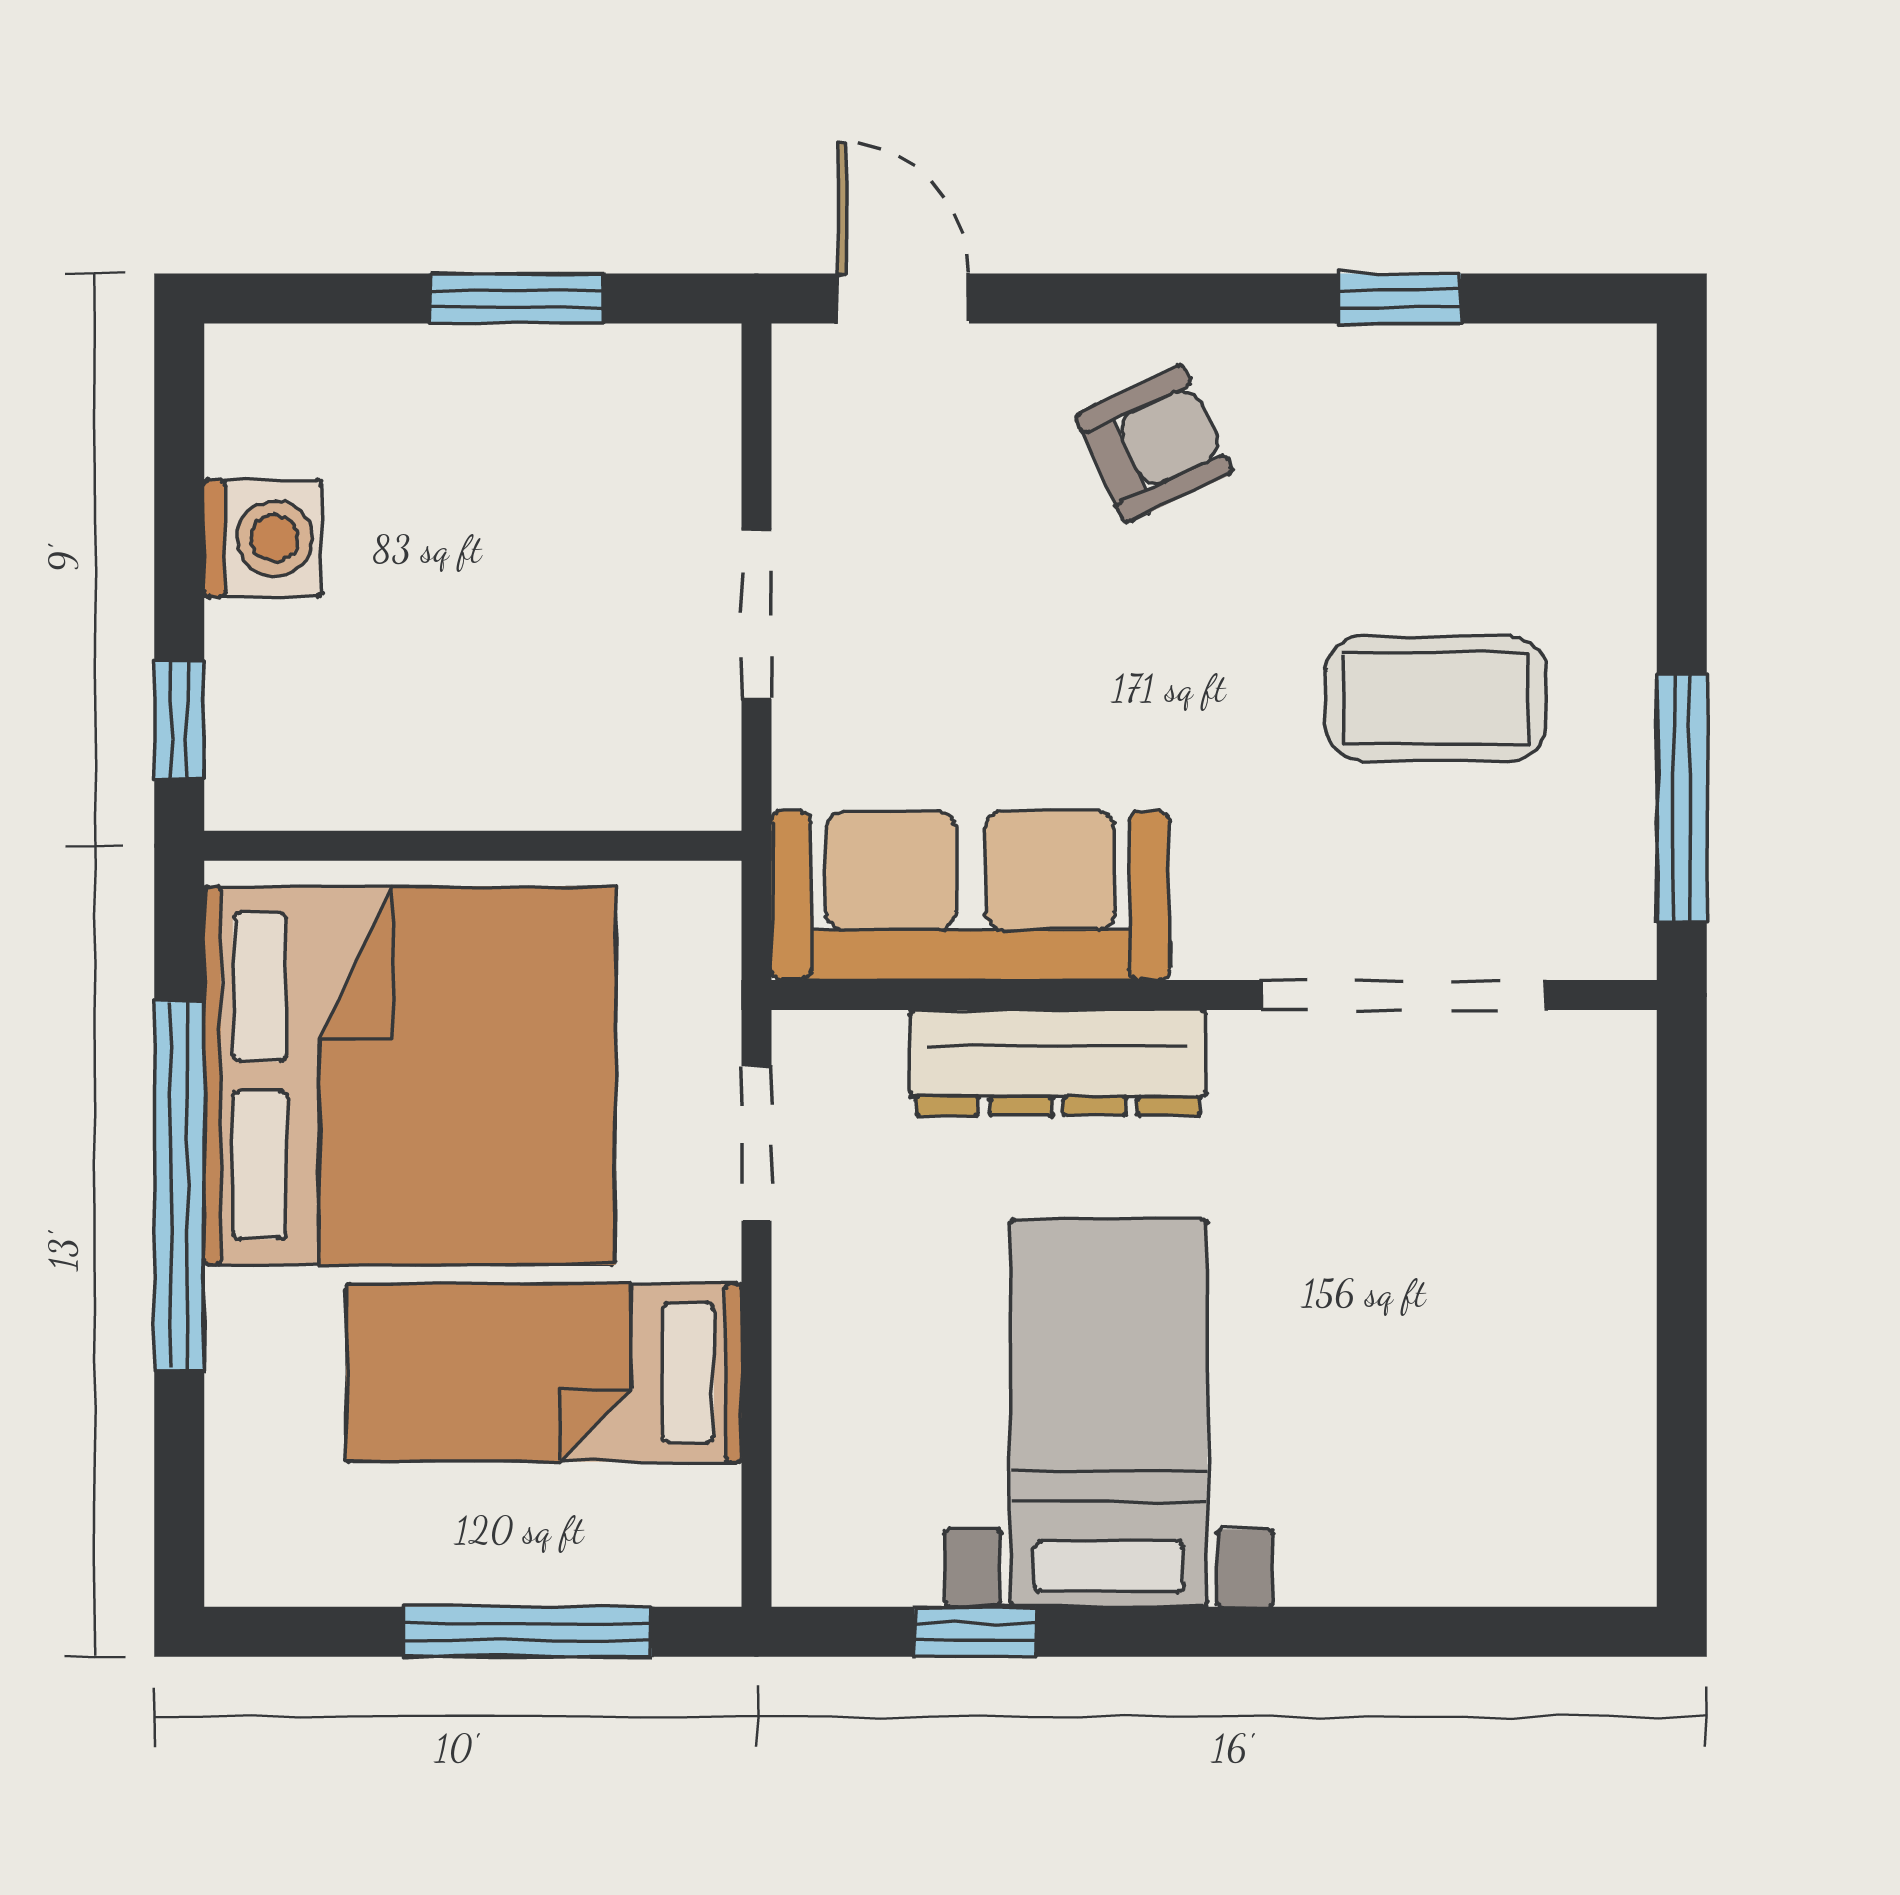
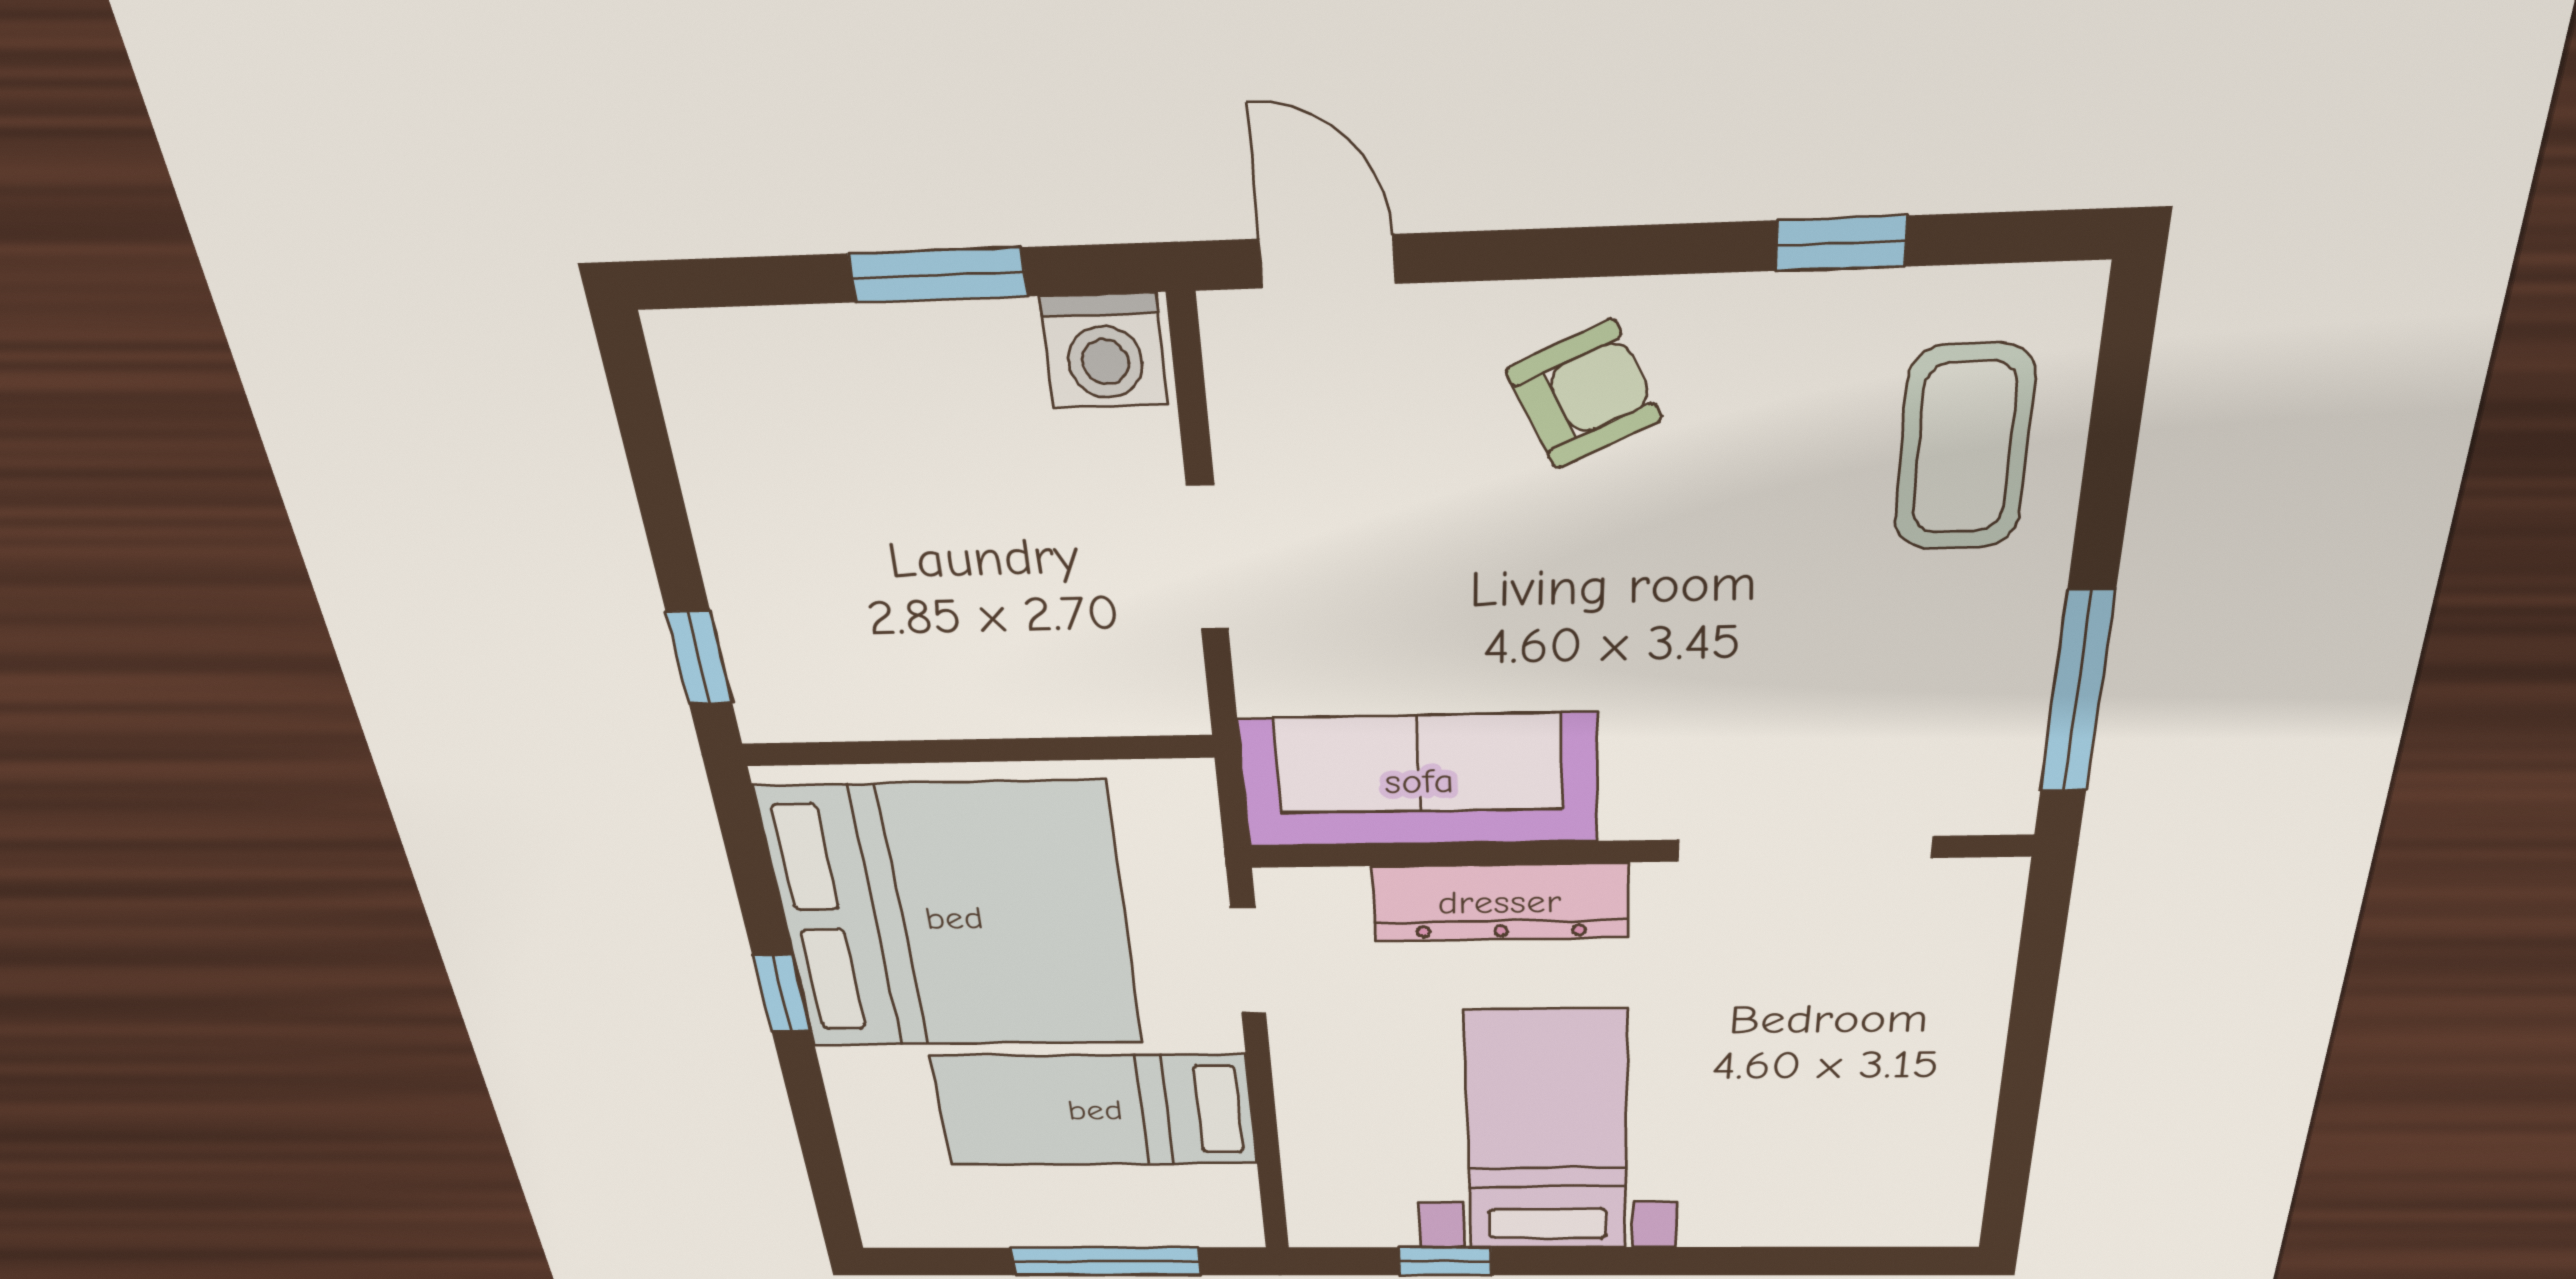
washing machine: (263, 538) -> (1104, 351), moved, turned 90
coffee table: (1436, 698) -> (1964, 448), moved, turned 90
window: (179, 1185) -> (782, 994), width x0.32

